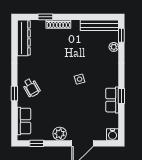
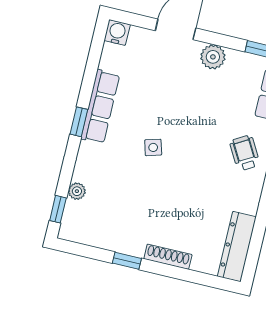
window: (45, 17) -> (127, 261), moved
bench: (99, 25) -> (94, 237), removed
window: (121, 96) -> (79, 122), moved
row of seats: (112, 100) -> (100, 107), width x1.48

